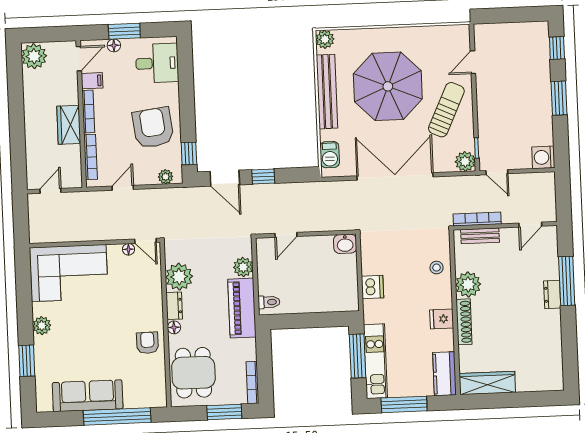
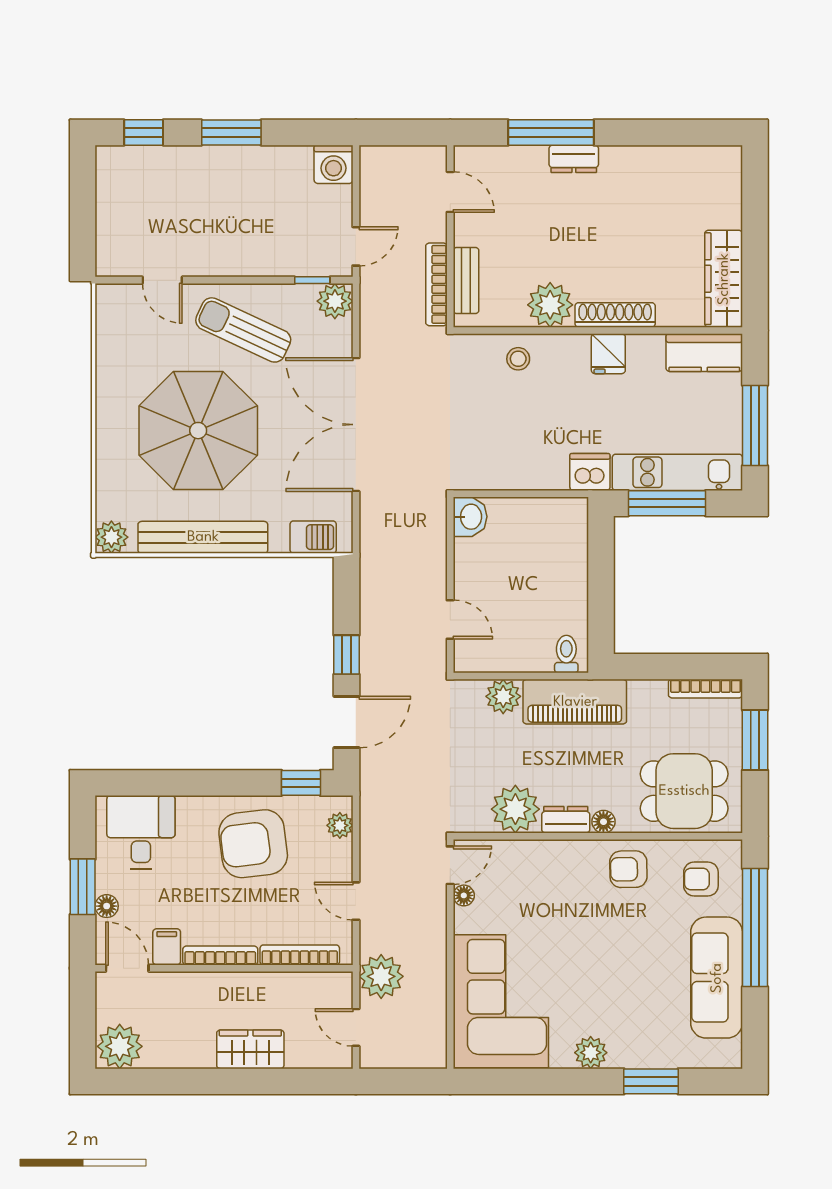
wardrobe: (69, 125) -> (250, 1049), moved, turned 180
plant: (80, 204) -> (381, 976), added
dishwasher: (373, 287) -> (590, 472), moved
armchair: (144, 384) -> (701, 879), added

